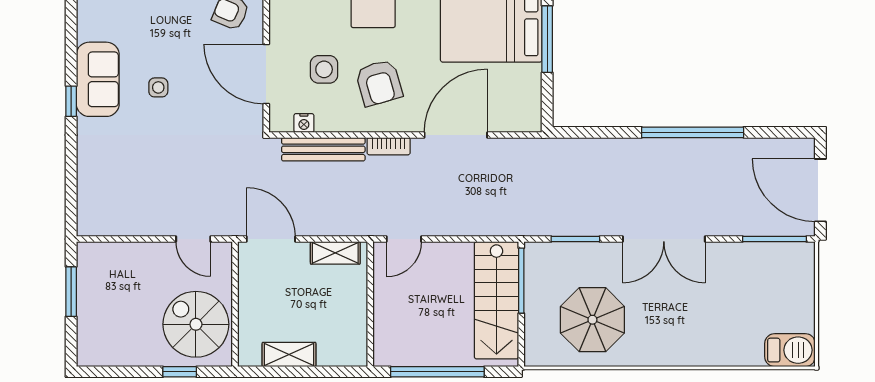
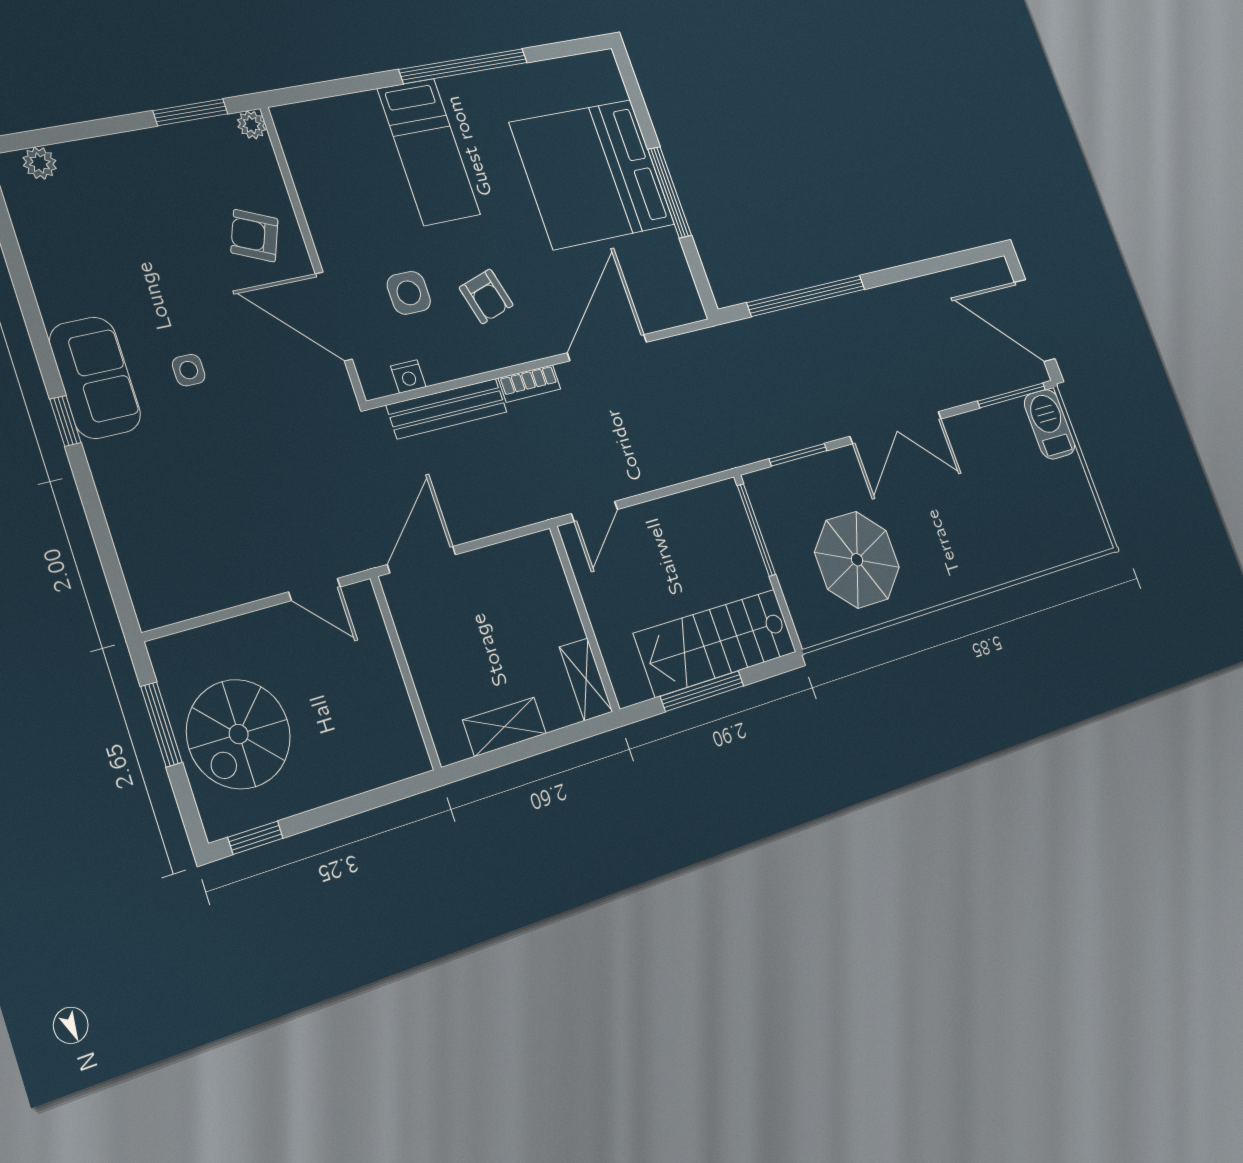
armchair: (379, 83) -> (486, 296), width x0.72, depth x0.72
window: (693, 132) -> (806, 296), moved
door: (271, 239) -> (422, 560), hinge flipped
shelving: (335, 253) -> (586, 679), moved, turned 90
stairs: (496, 300) -> (716, 643), moved, turned 90
spiral stairs: (196, 324) -> (239, 734), moved, turned -90
barbecue: (790, 350) -> (1050, 424), moved, turned -90
window: (180, 372) -> (255, 838), moved
window: (437, 372) -> (702, 691), width x0.68

